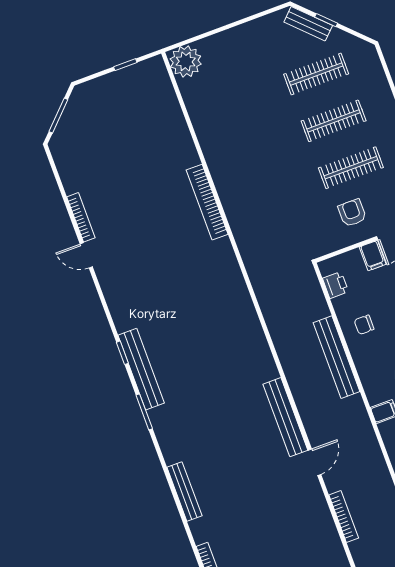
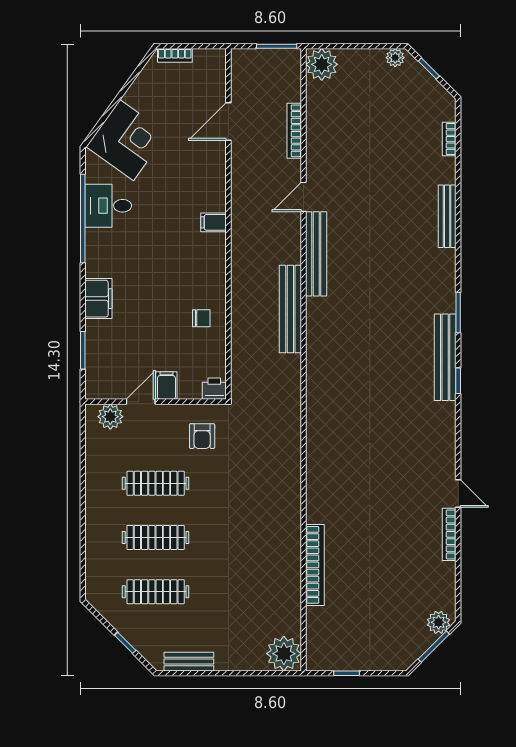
bench: (308, 24) -> (189, 662), moved, turned -45
plant: (62, 138) -> (439, 622), added
bookcase: (207, 202) -> (315, 565), moved
armchair: (352, 213) -> (202, 436), moved
printer: (336, 285) -> (214, 389), moved, turned 90
bench: (336, 357) -> (290, 309), moved

